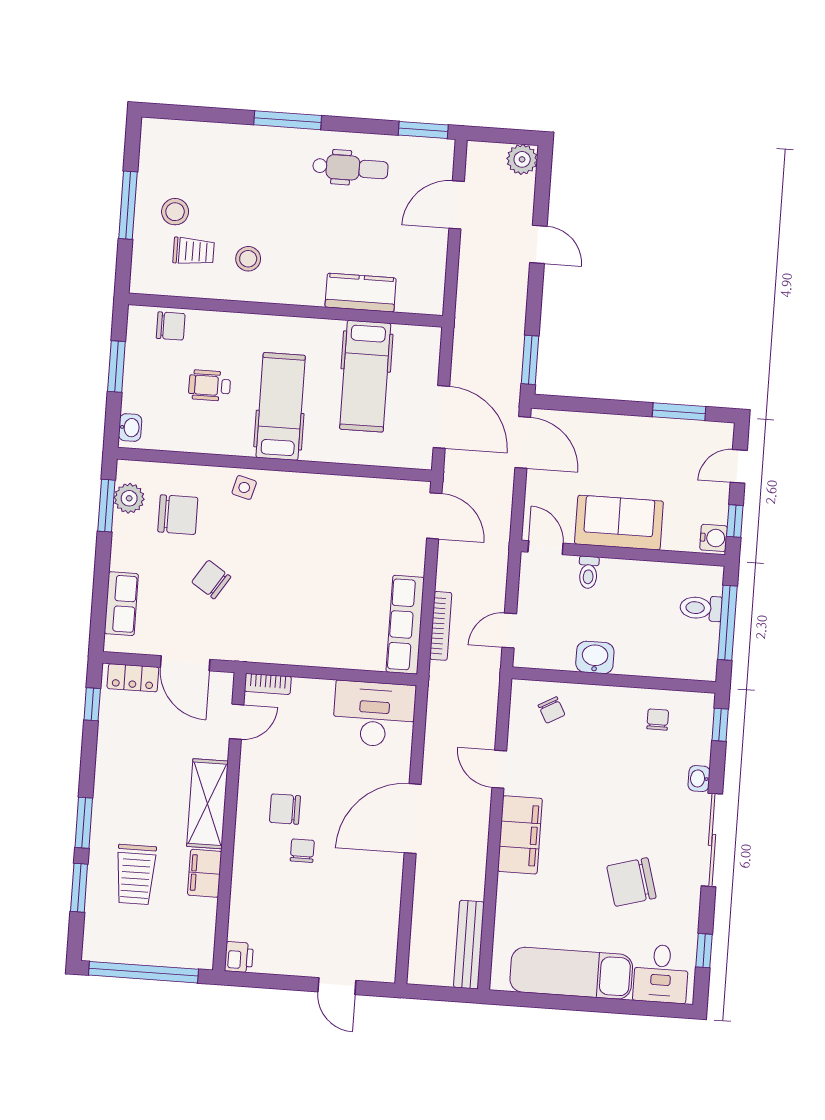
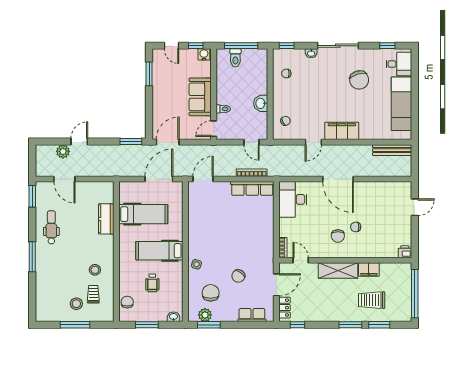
plant: (522, 159) -> (63, 151), moved
trolley: (136, 874) -> (372, 300), turned 180

